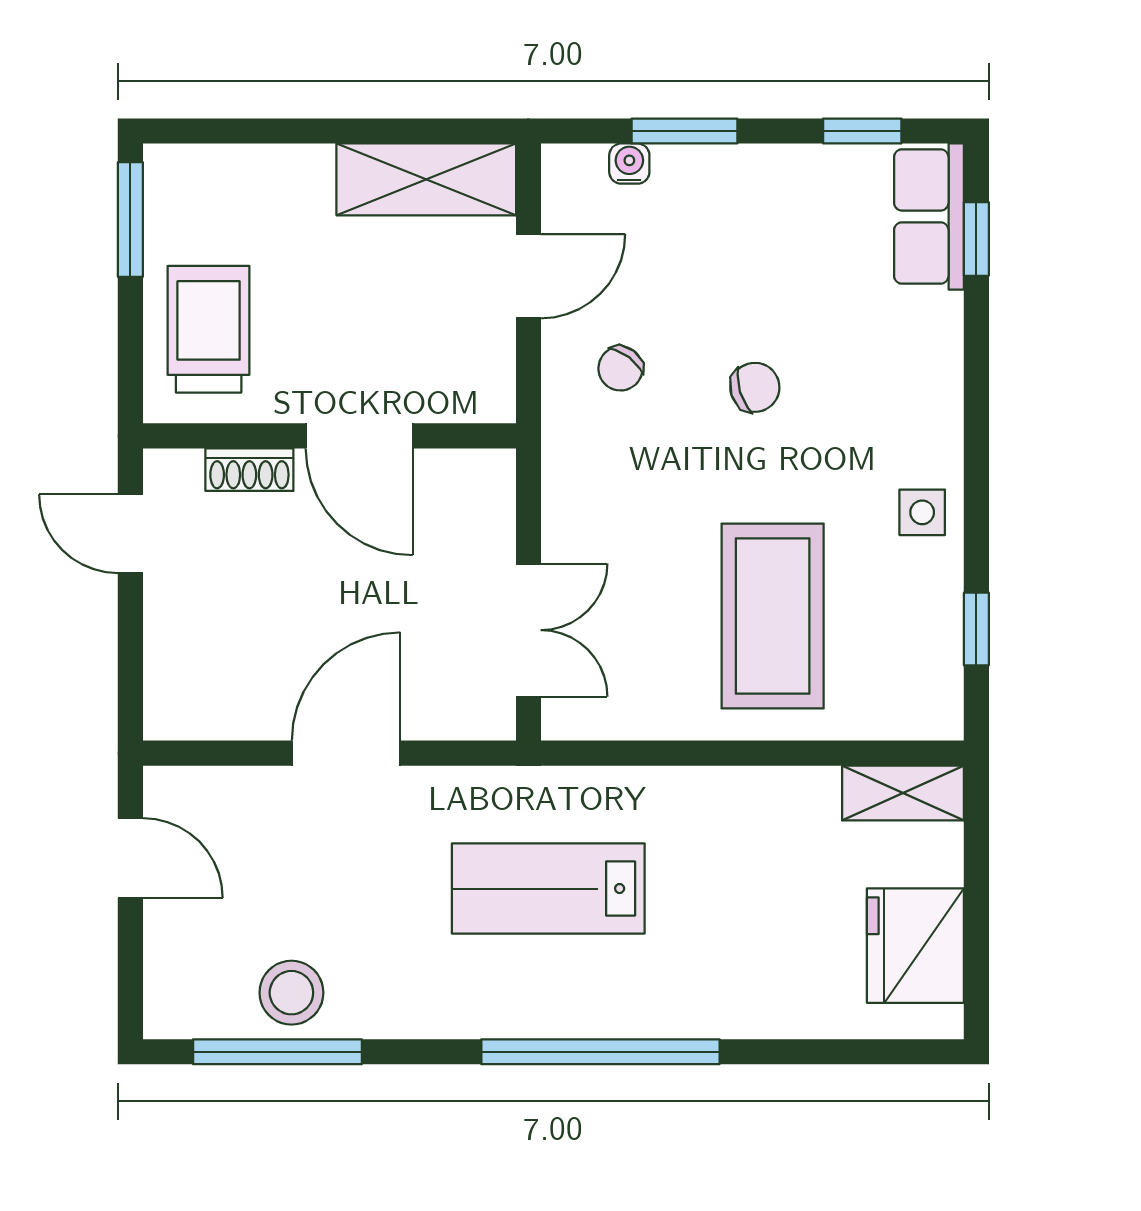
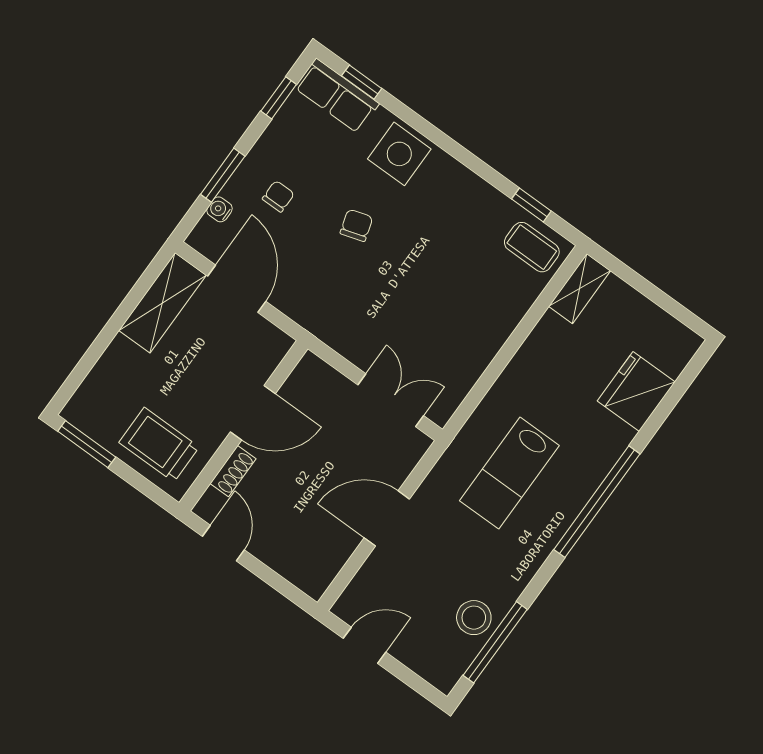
door: (528, 276) -> (237, 289), width x1.38
chair: (621, 368) -> (278, 196), moved, turned -127
side table: (922, 512) -> (399, 154), moved, width x1.87, depth x1.87
door: (130, 534) -> (223, 543), swing flipped
coffee table: (773, 616) -> (532, 247), moved, width x0.54, depth x0.58
door: (346, 753) -> (387, 518), hinge flipped
fridge: (915, 946) -> (636, 392), moved, turned 90

